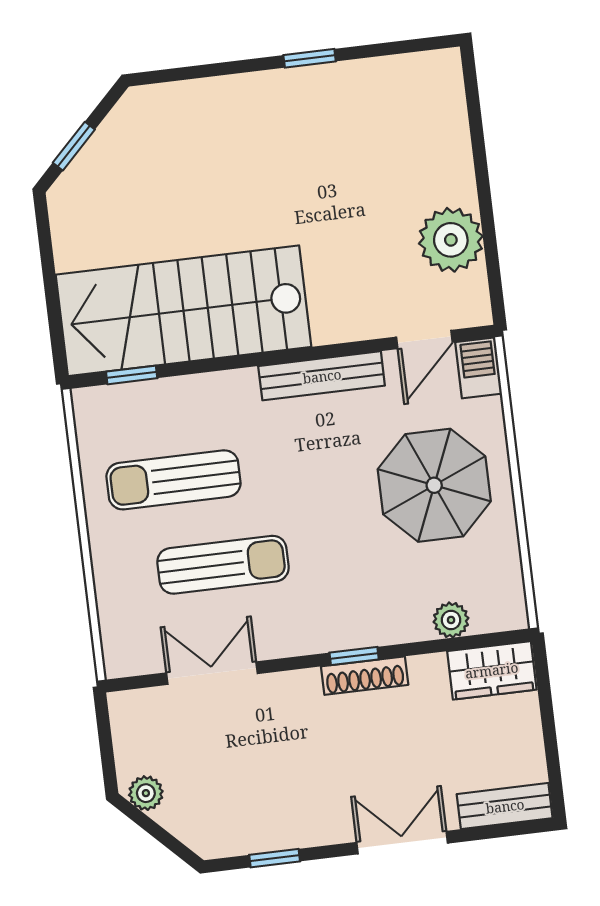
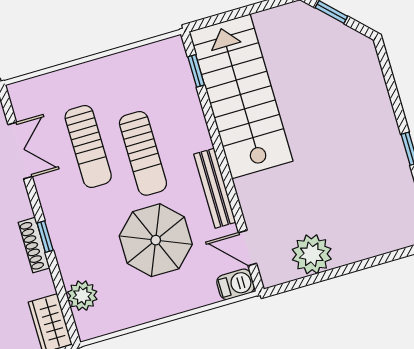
sun lounger: (173, 480) -> (143, 153), moved, turned 180
parasol: (434, 485) -> (156, 240), moved
plant: (451, 620) -> (82, 296), width x1.38, depth x1.38

